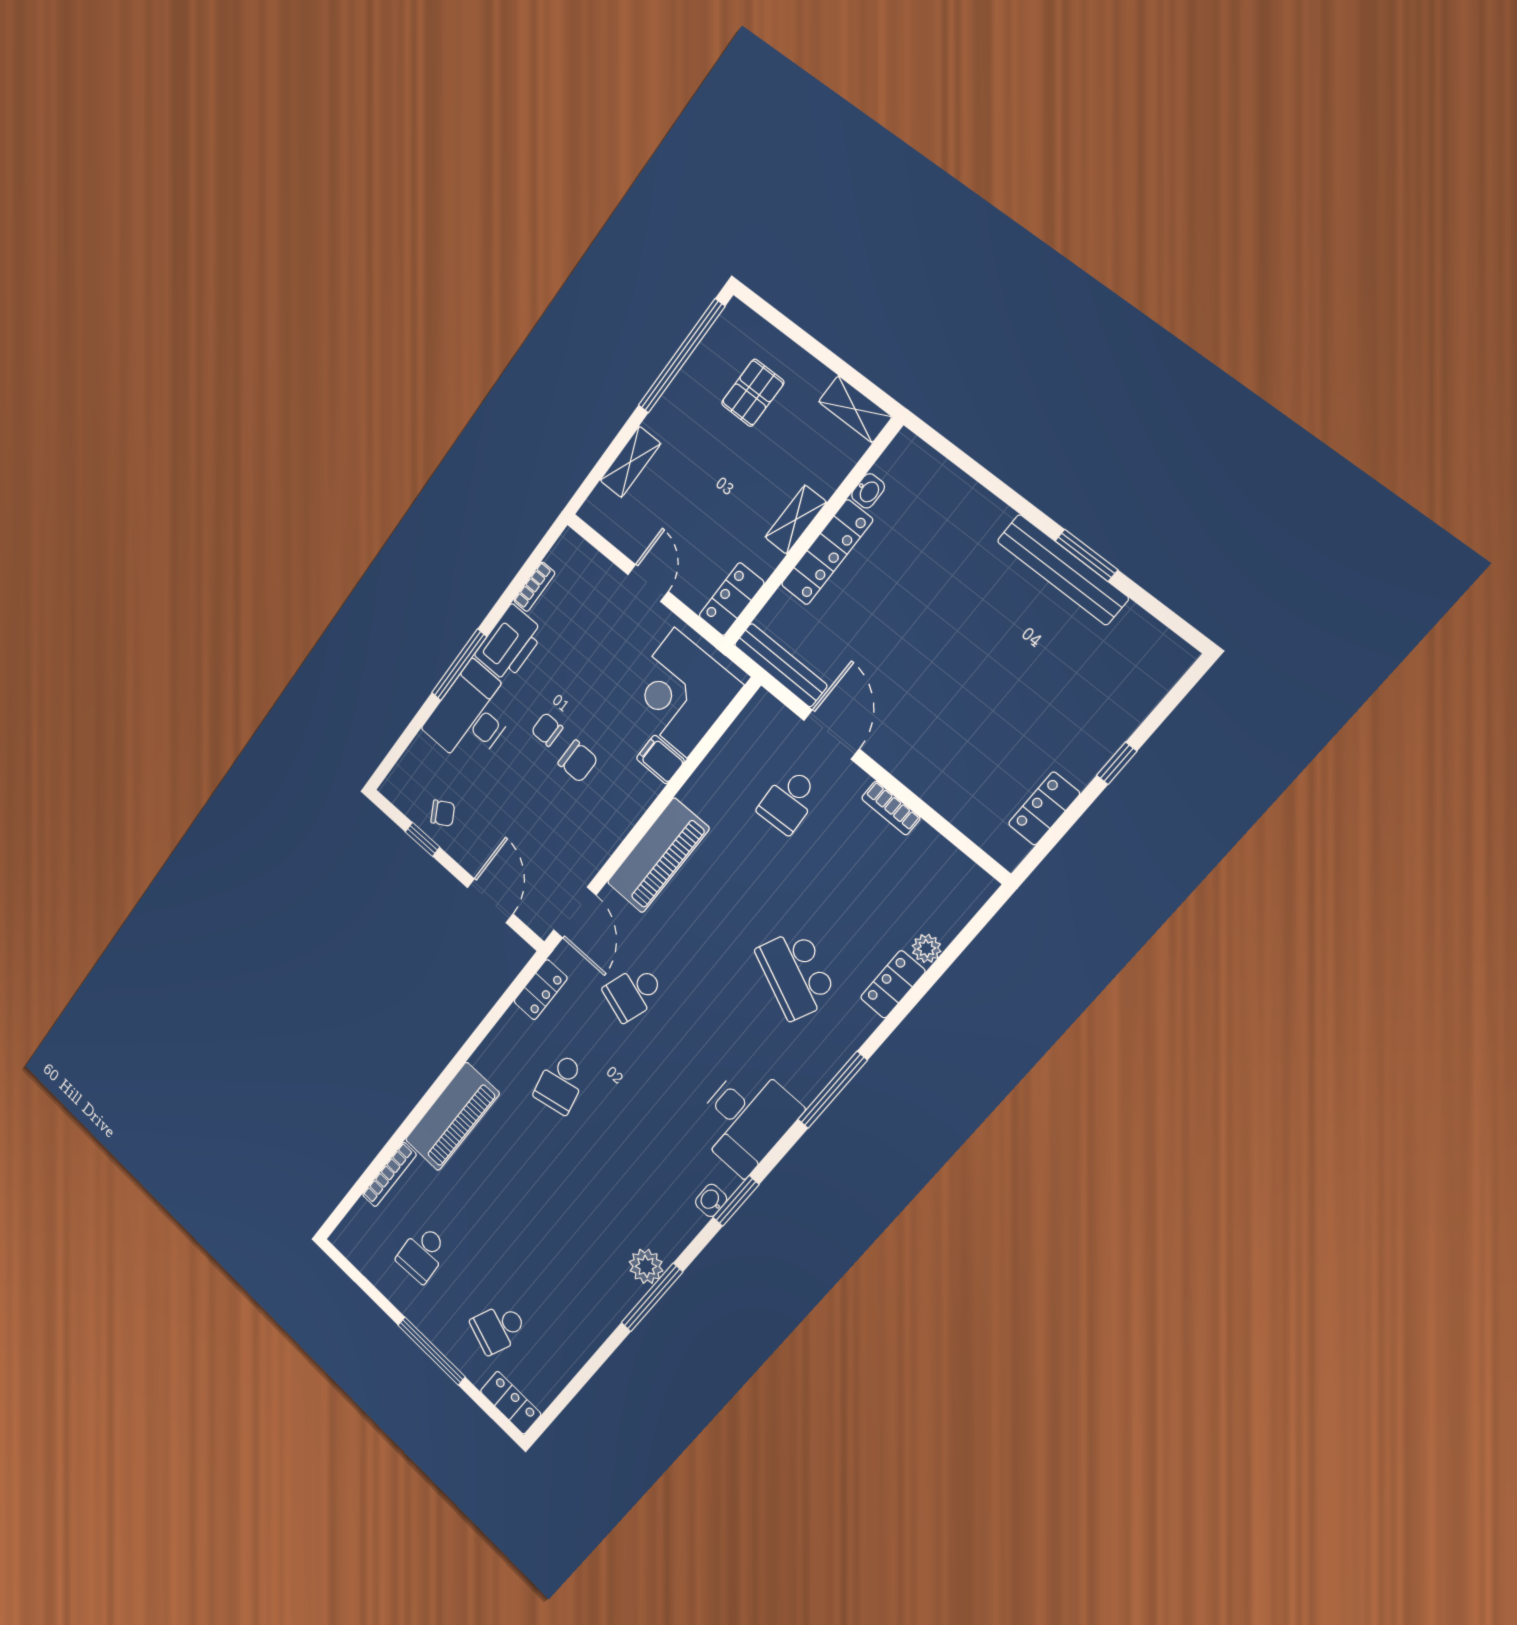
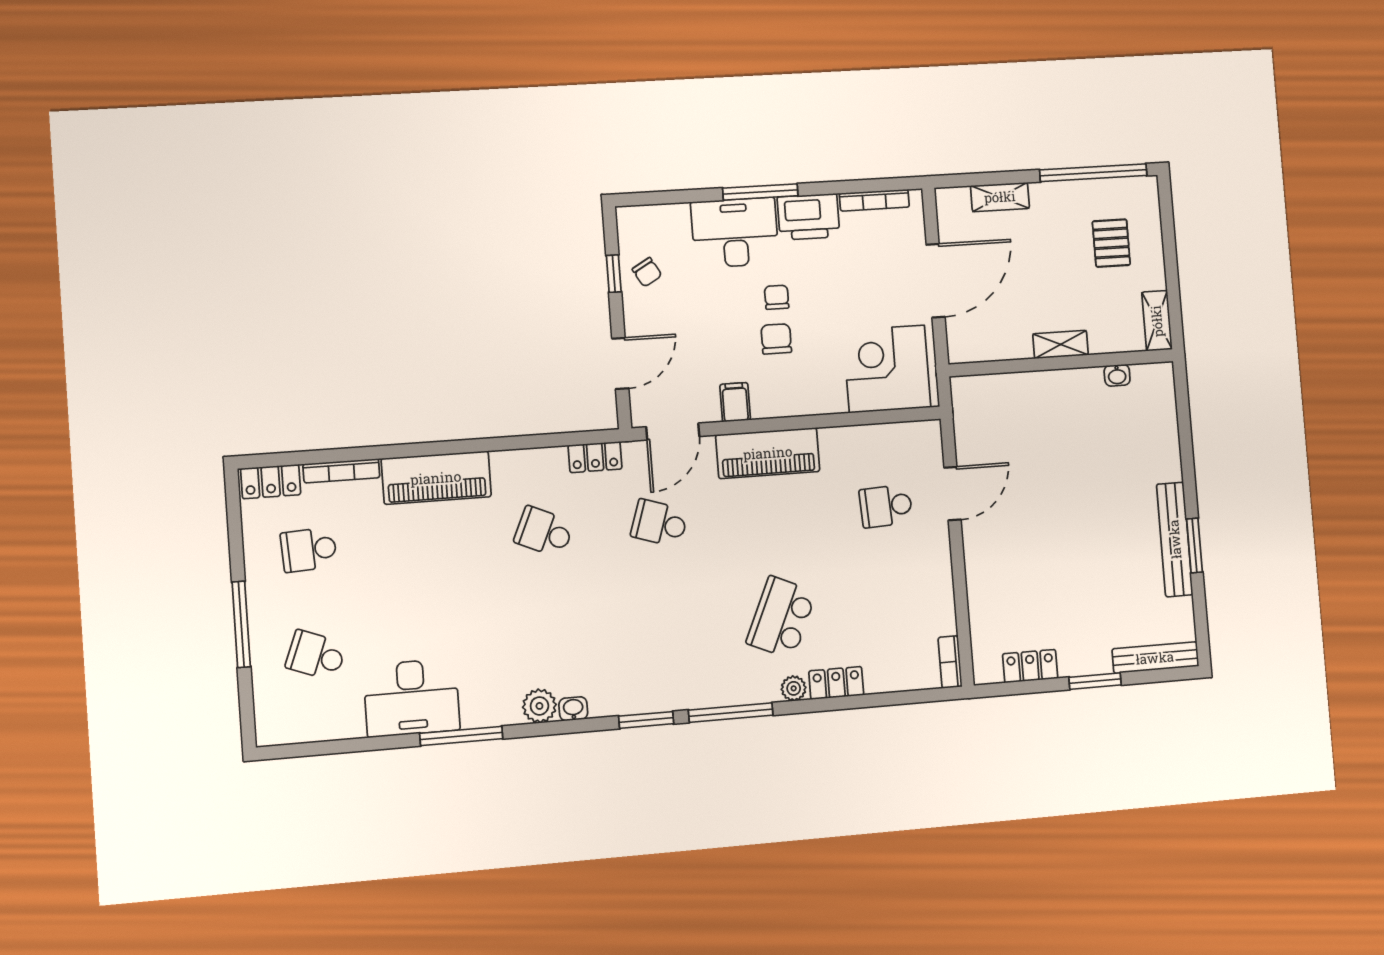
pallet: (753, 393) -> (1111, 243), turned 90
locker: (827, 552) -> (1059, 384), removed
door: (648, 583) -> (936, 281), width x1.88
bookcase: (534, 587) -> (874, 200), width x1.56
locker: (731, 599) -> (976, 348), removed
bench: (781, 665) -> (1155, 658), moved, turned 90
filing cabinet: (660, 759) -> (735, 402), moved
chair: (578, 761) -> (776, 339), turned 180
window: (1117, 763) -> (1095, 681), width x1.50
bookcase: (891, 808) -> (950, 662), moved
plant: (926, 948) -> (794, 688), moved
school desk: (560, 1083) -> (544, 532), turned 36
desk: (746, 1118) -> (412, 698), moved
window: (736, 1201) -> (646, 720), moved
plant: (646, 1266) -> (539, 706), moved
locker: (511, 1403) -> (271, 482), moved, turned 90

